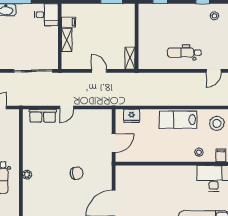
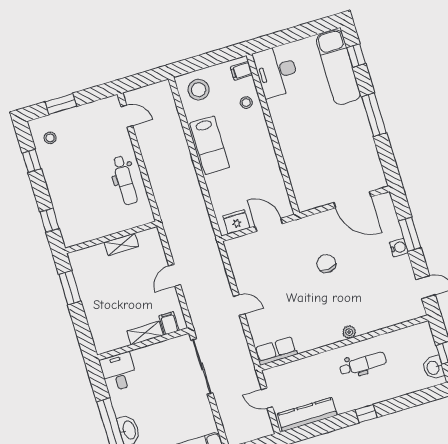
filing cabinet: (68, 22) -> (169, 323), moved
dental chair: (184, 53) -> (125, 180), moved
shelving: (130, 58) -> (121, 244), moved
row of seats: (43, 116) -> (276, 351), moved, turned -90
fridge: (131, 116) -> (236, 222), moved, turned -90

